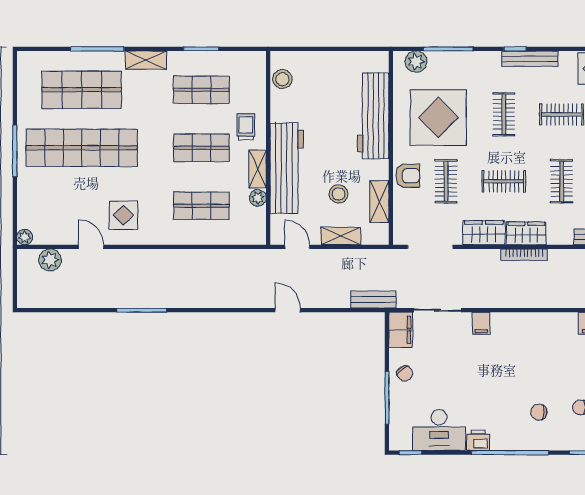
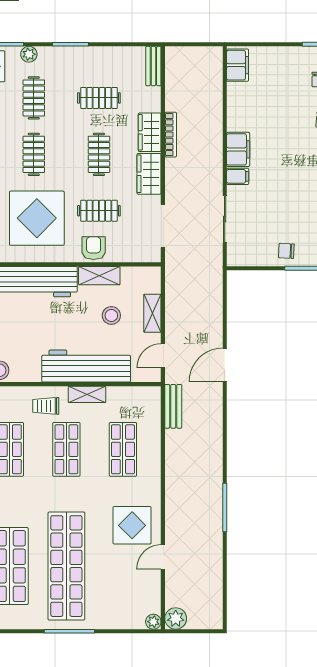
clothes rail: (504, 114) -> (34, 154), turned 90
plant: (258, 198) -> (115, 394), removed
shelving: (379, 202) -> (99, 276), moved
display table: (123, 215) -> (132, 525), width x1.36, depth x1.36
plant: (50, 260) -> (176, 618), moved
bench: (373, 300) -> (173, 406), moved
door: (288, 310) -> (225, 365), width x1.38
filing cabinet: (401, 330) -> (238, 149), moved, turned 90
chair: (405, 373) -> (286, 251), turned -140

